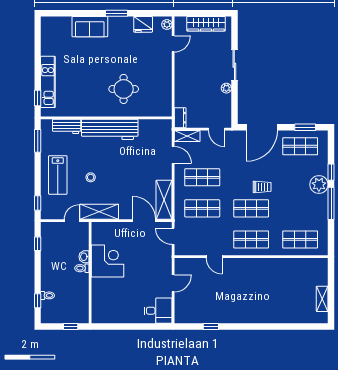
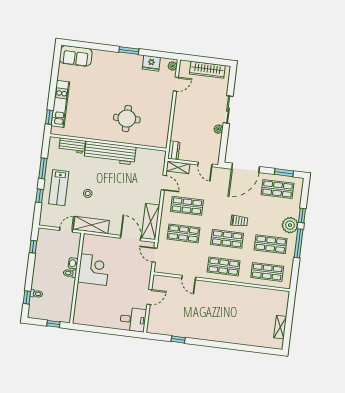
sofa: (90, 27) -> (76, 56), moved
window: (38, 141) -> (43, 169), moved
window: (38, 203) -> (40, 196), moved
shop shelf: (300, 208) -> (271, 244), added

